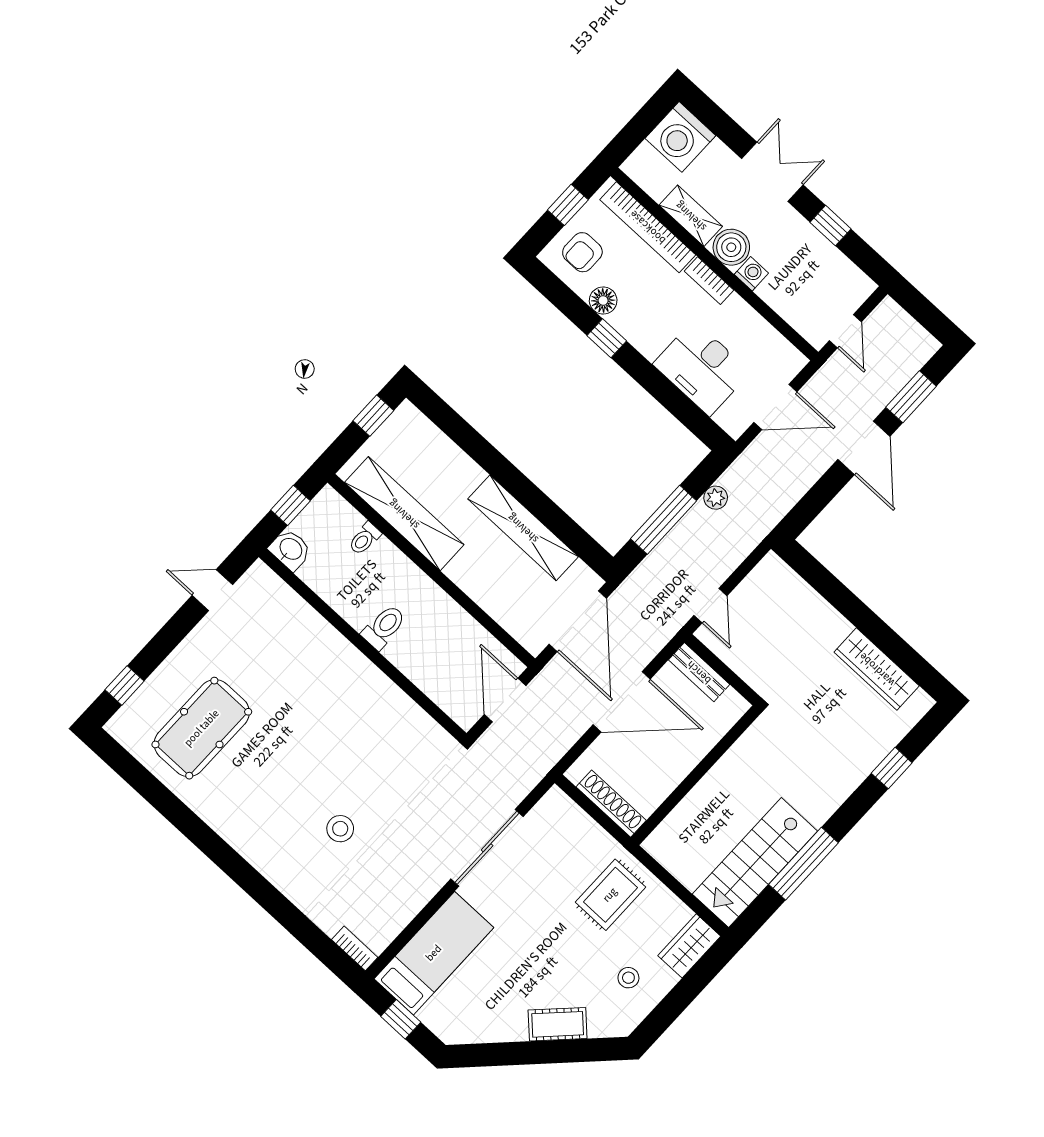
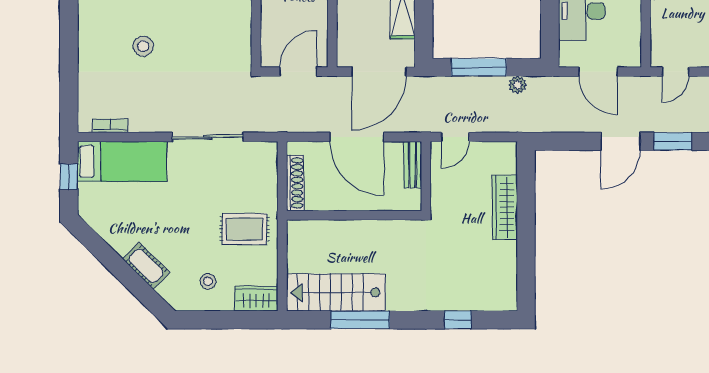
wardrobe: (877, 669) -> (505, 207), moved
bookcase: (355, 948) -> (110, 126), moved, turned -90

